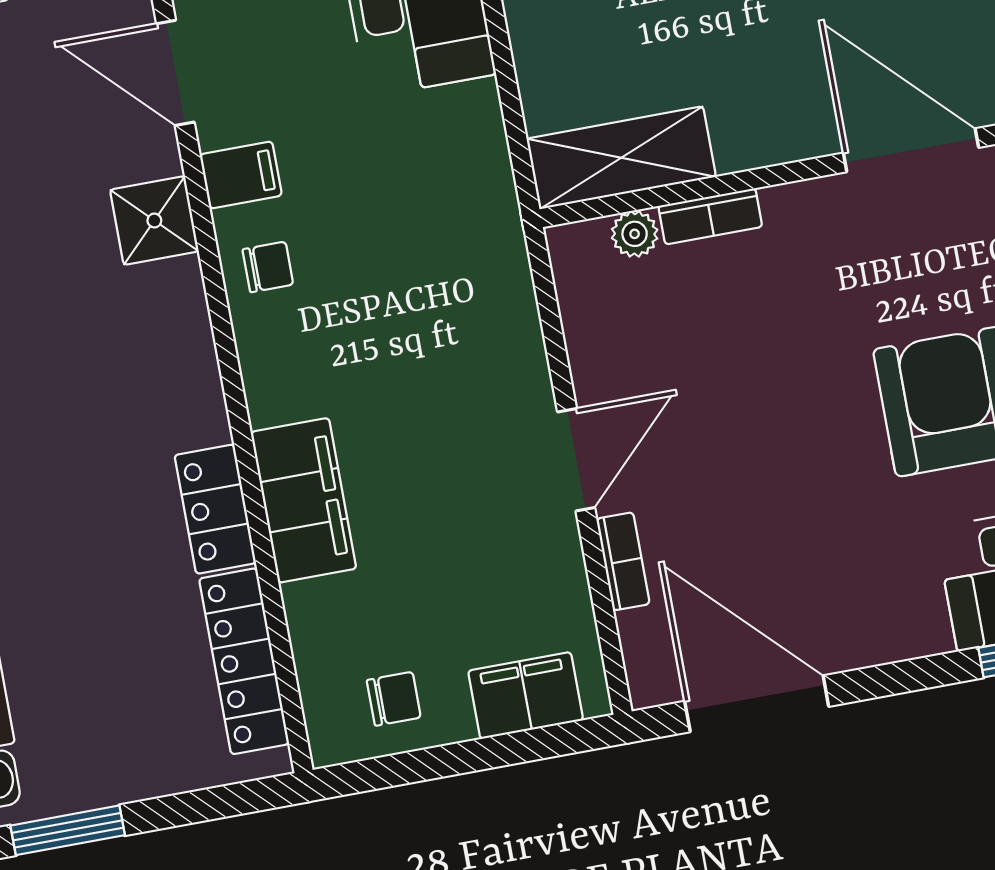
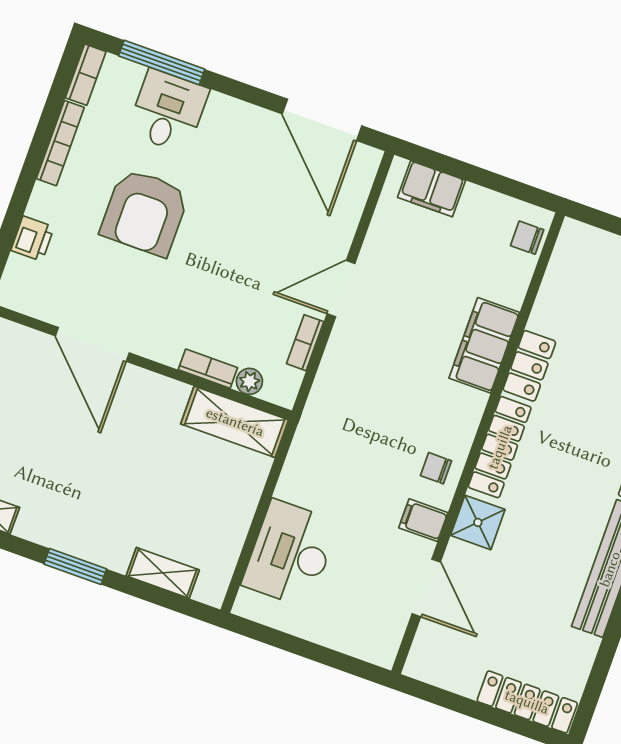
bookcase: (623, 561) -> (305, 343), moved
locker: (244, 661) -> (500, 447), moved
chair: (394, 699) -> (527, 238), moved

